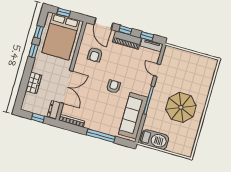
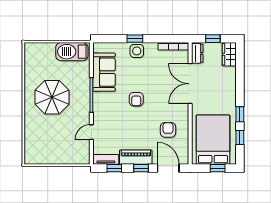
door: (157, 70) -> (91, 132), swing flipped
wardrobe: (34, 83) -> (229, 54), moved
sofa: (133, 116) -> (104, 72), width x0.73
side table: (102, 125) -> (137, 51), added
window: (101, 136) -> (135, 39), width x0.46

